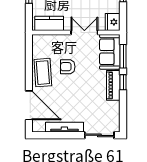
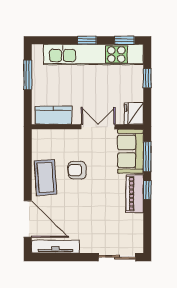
tv unit: (64, 127) -> (55, 247), moved

